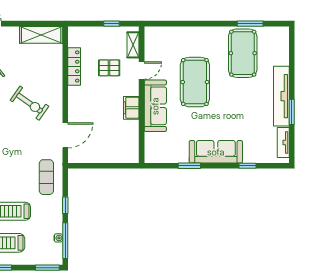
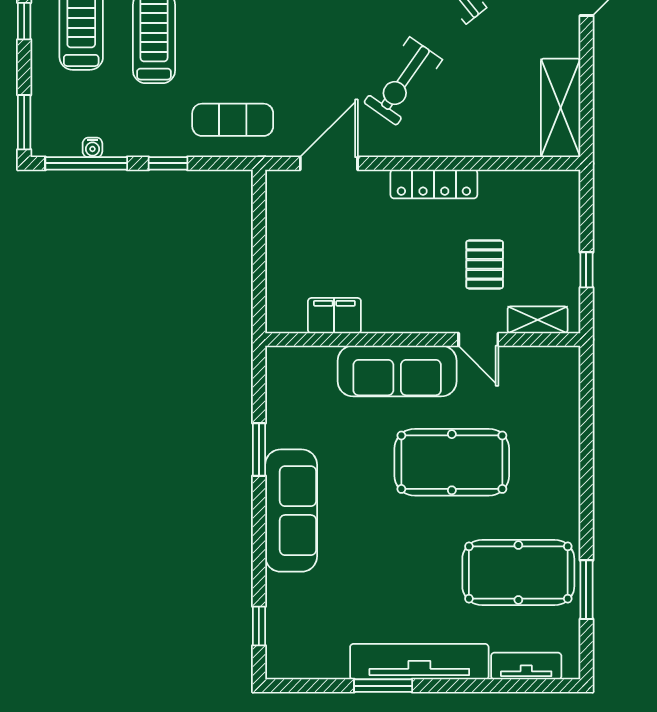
locker: (74, 66) -> (434, 184), moved
filing cabinet: (131, 108) -> (334, 316), moved
door: (65, 135) -> (329, 163), swing flipped
tv unit: (283, 142) -> (526, 666), moved
window: (248, 166) -> (259, 626), moved

